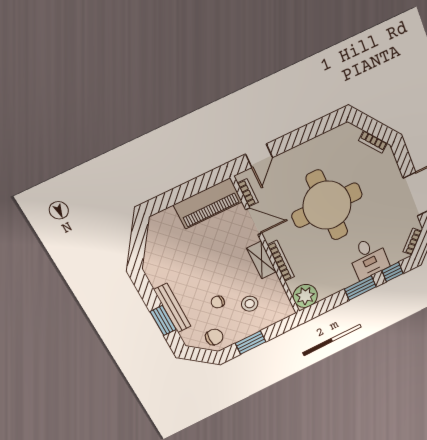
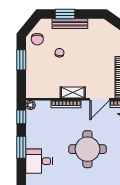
round table: (327, 205) -> (87, 149), width x0.73, depth x0.73
window: (393, 272) -> (21, 117), moved
plant: (305, 296) -> (31, 105), width x0.53, depth x0.53
stool: (250, 304) -> (48, 72), removed

